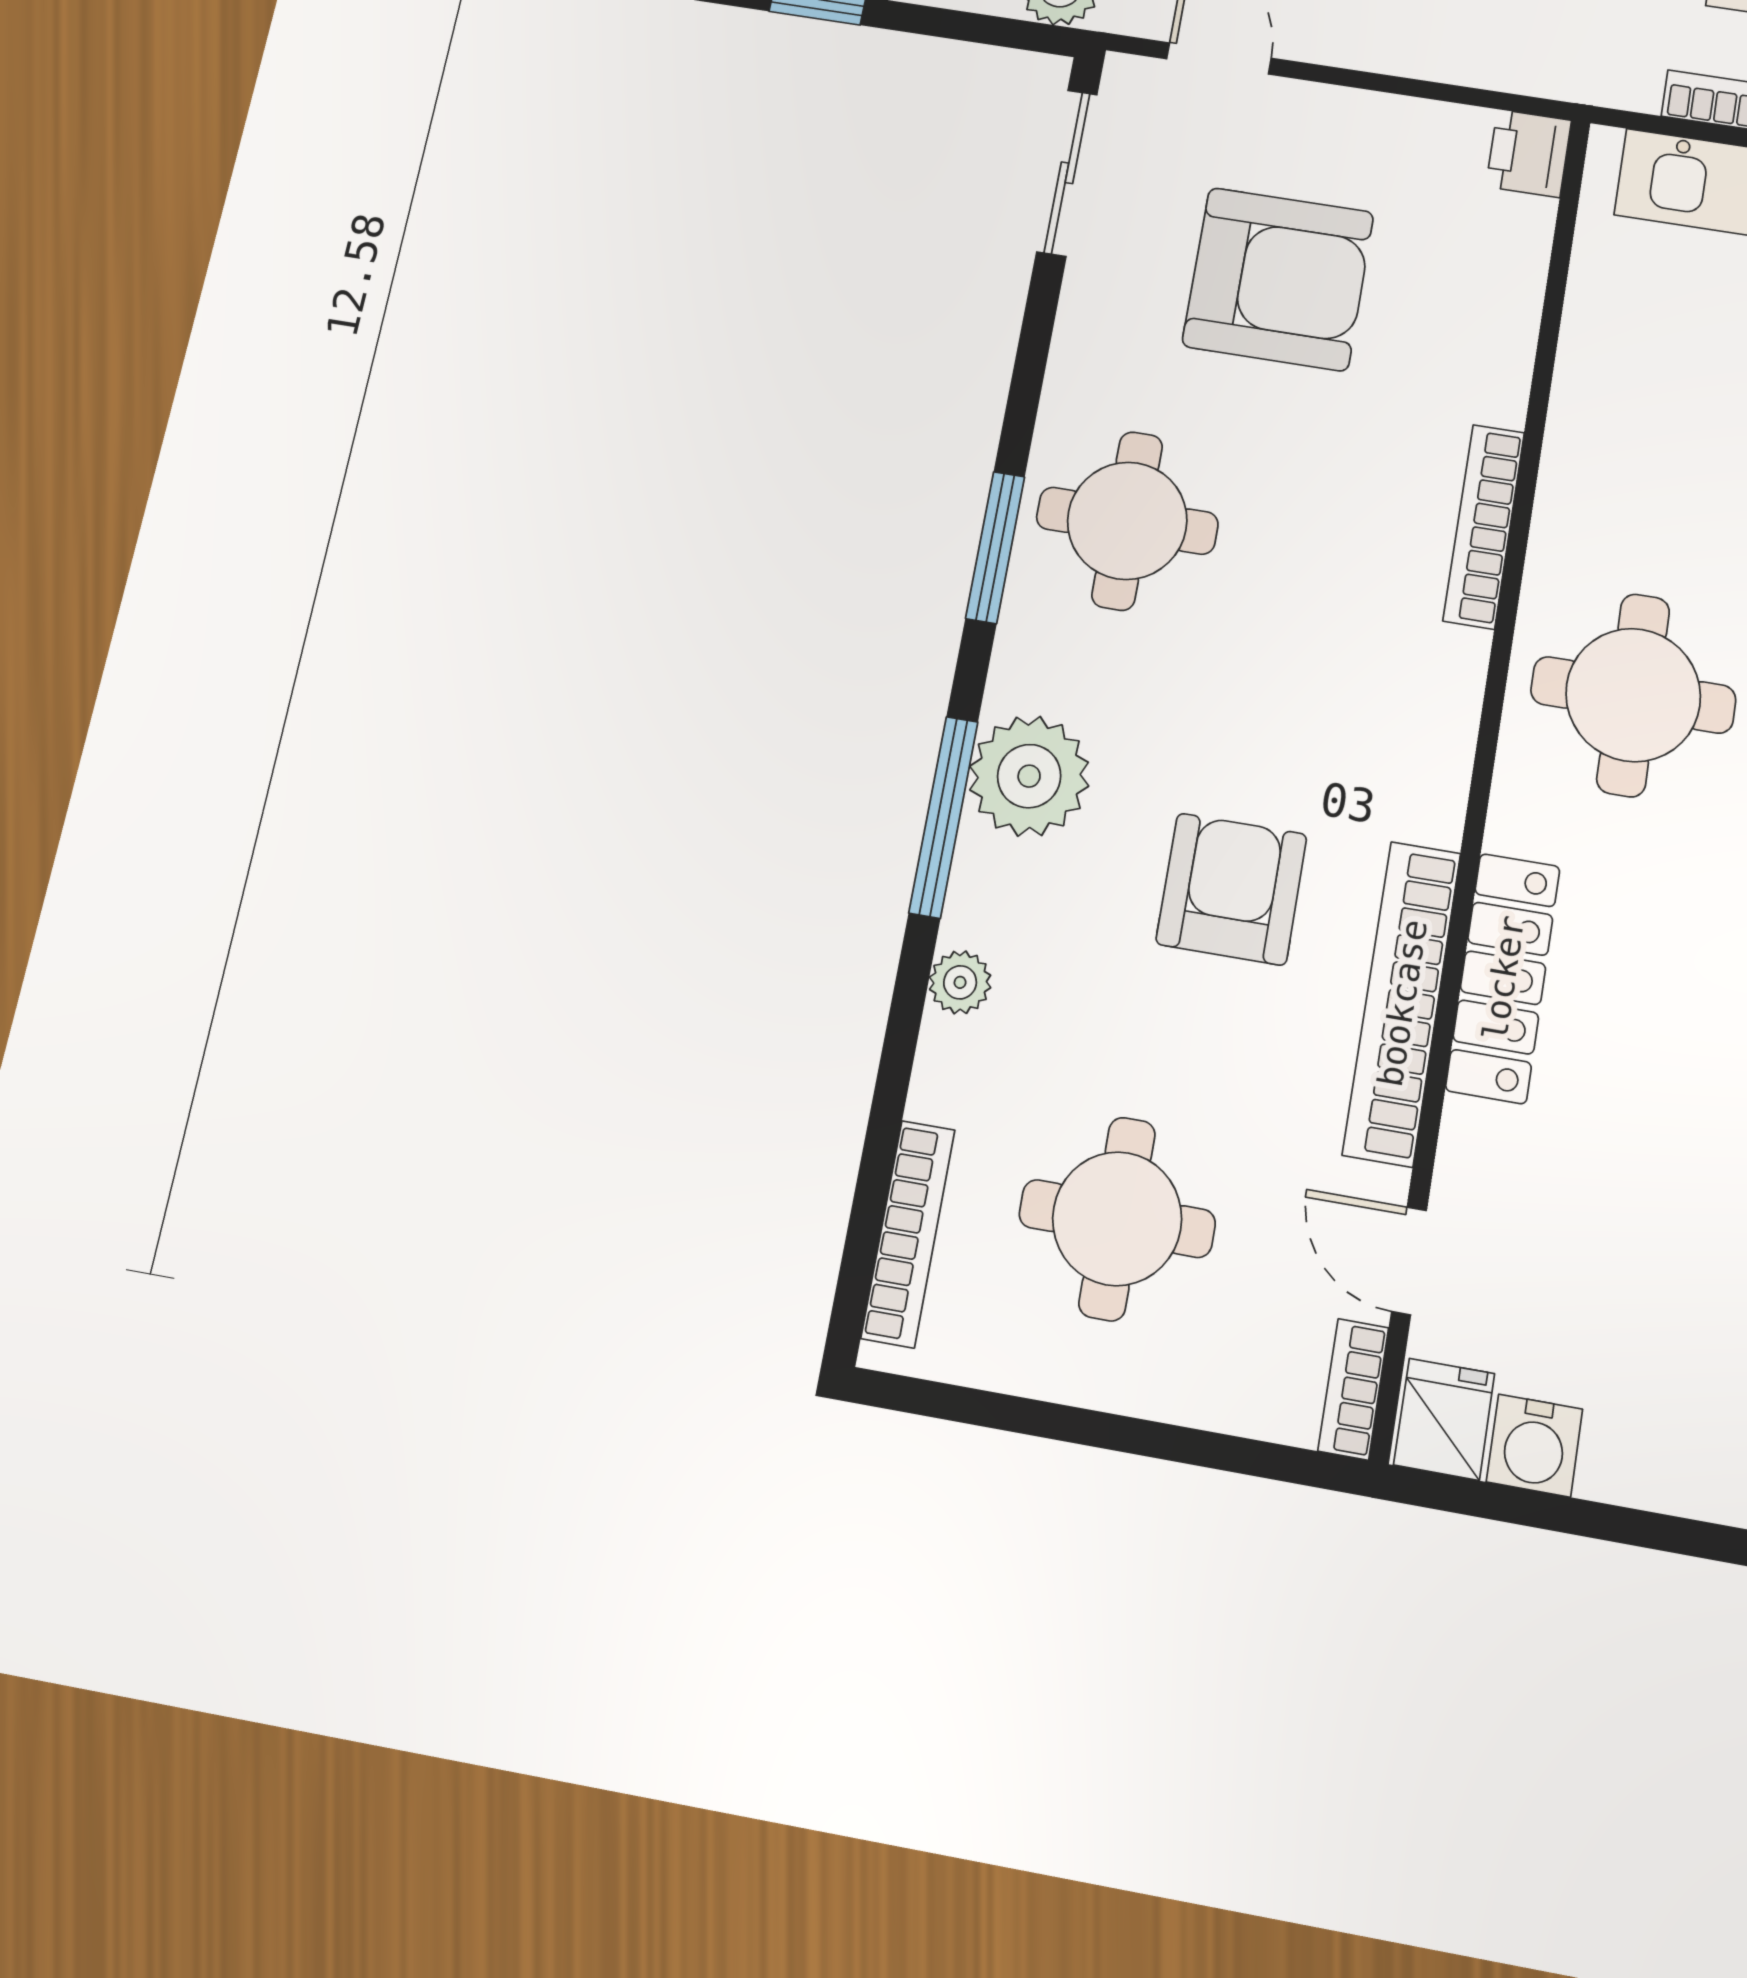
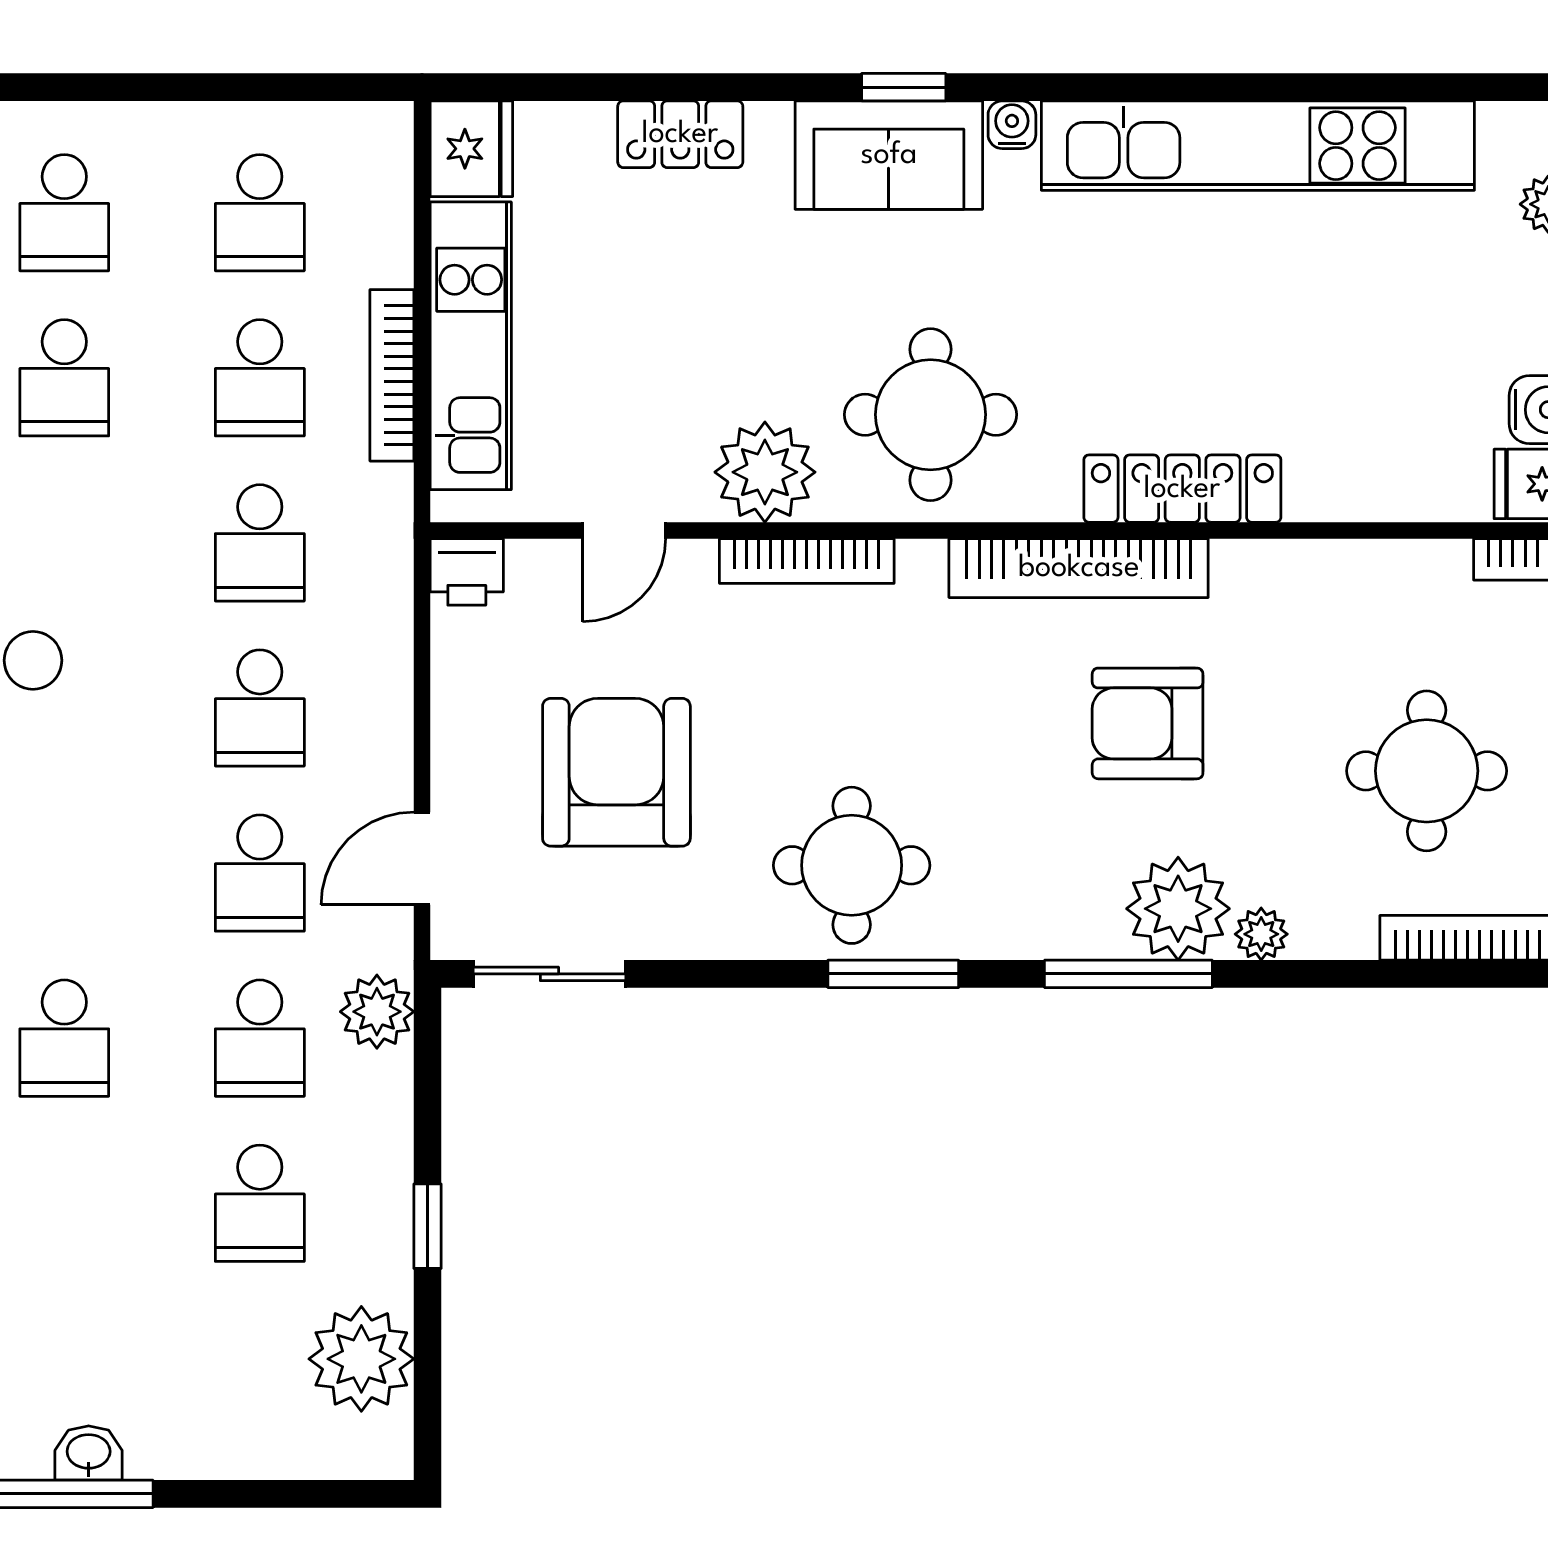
plant: (1593, 496) -> (765, 472), added
plant: (1029, 776) -> (1178, 909), moved
bookcase: (1402, 1003) -> (1079, 568), moved
door: (1409, 1261) -> (624, 531), moved

